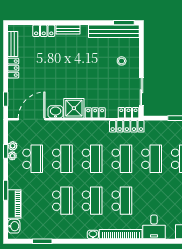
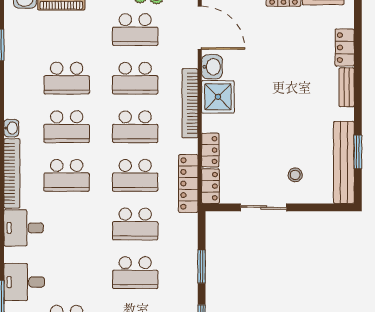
window: (124, 23) -> (358, 152), moved
sliding door: (141, 91) -> (264, 207), moved
locker: (95, 113) -> (210, 150), moved
bookcase: (78, 125) -> (190, 103), added

